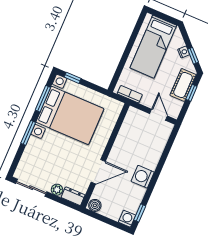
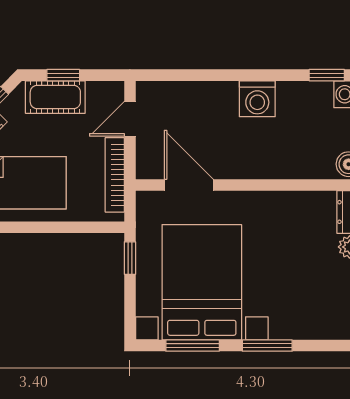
window: (73, 78) -> (130, 258), moved
bookcase: (130, 94) -> (115, 175), width x1.56
door: (98, 172) -> (189, 185), moved

